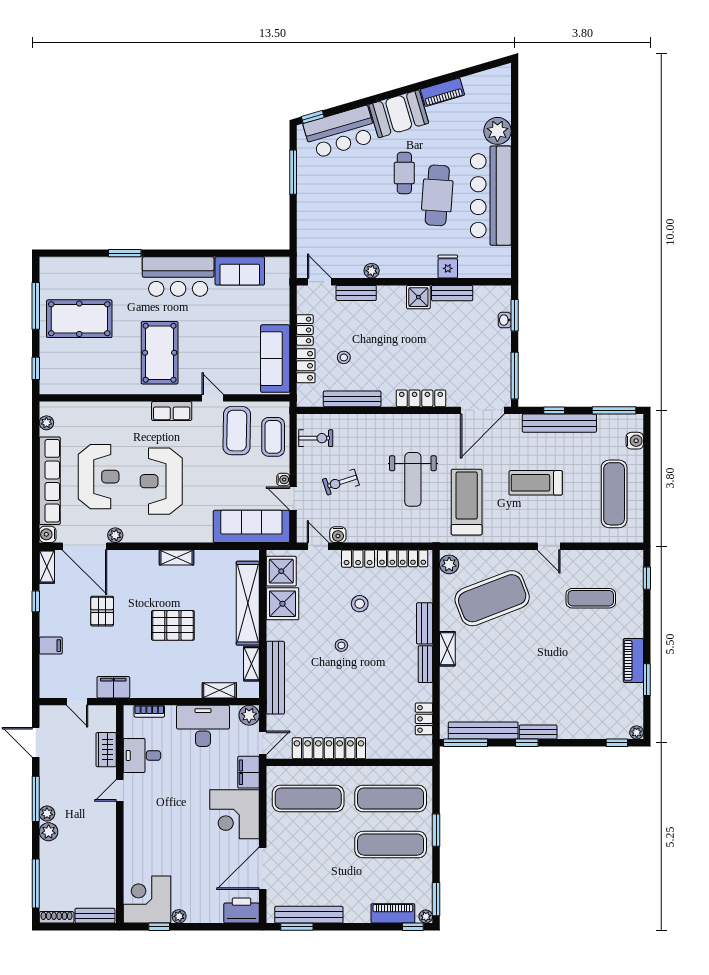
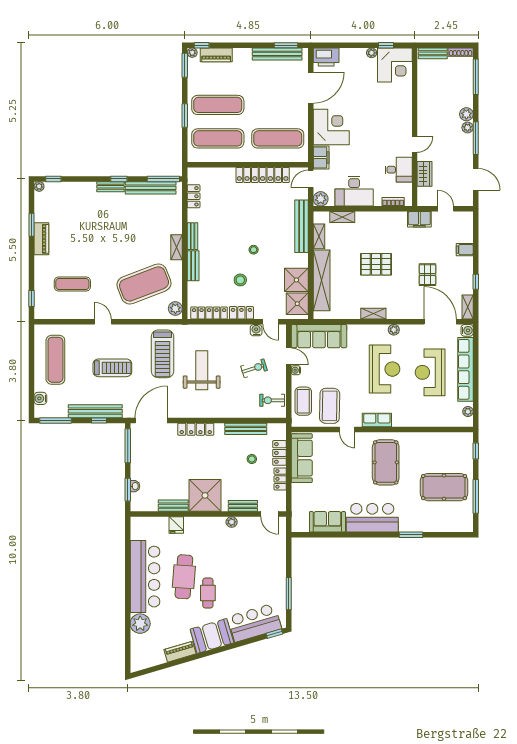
shower: (418, 297) -> (205, 495), width x1.86, depth x1.86
plant: (115, 535) -> (394, 330), moved

